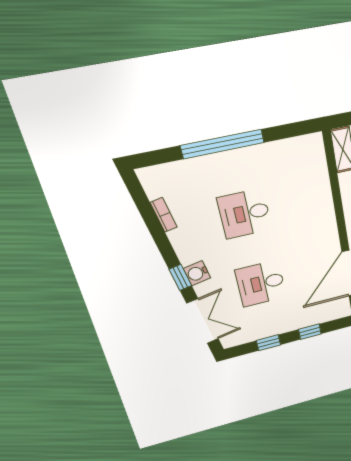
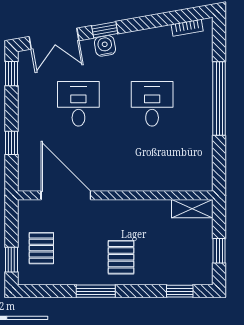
bookcase: (164, 215) -> (187, 28), moved
window: (268, 343) -> (11, 74), moved

